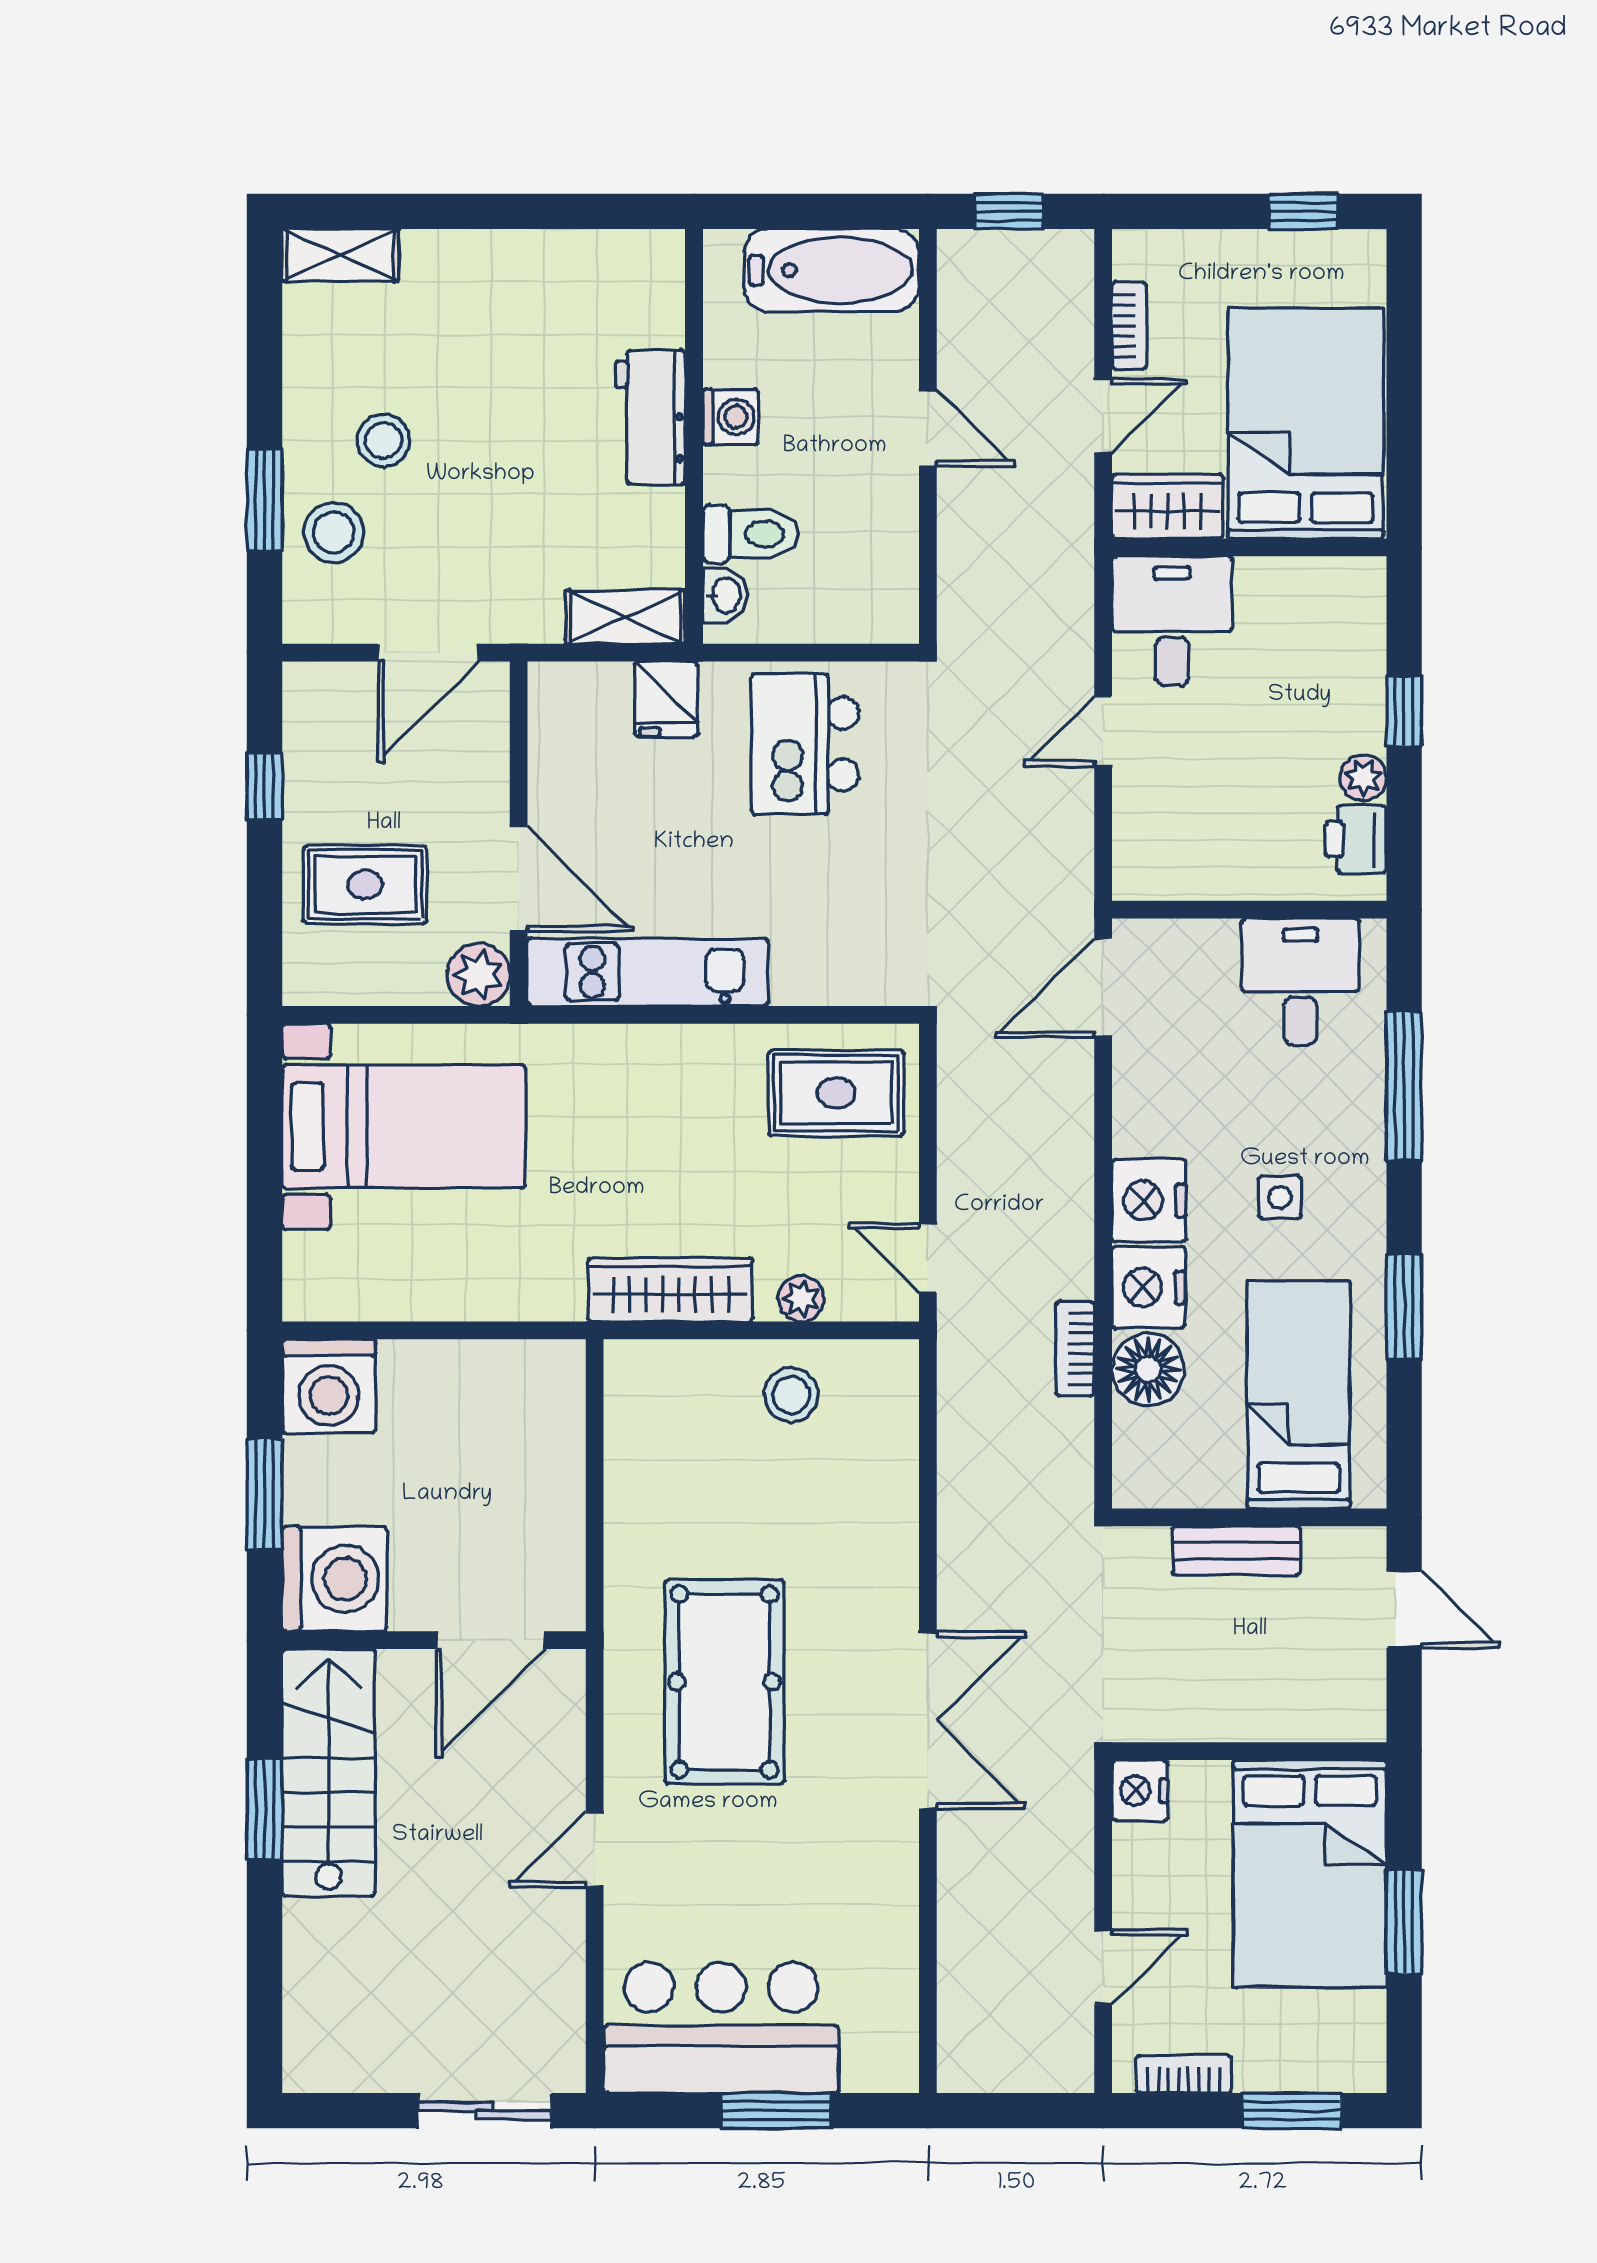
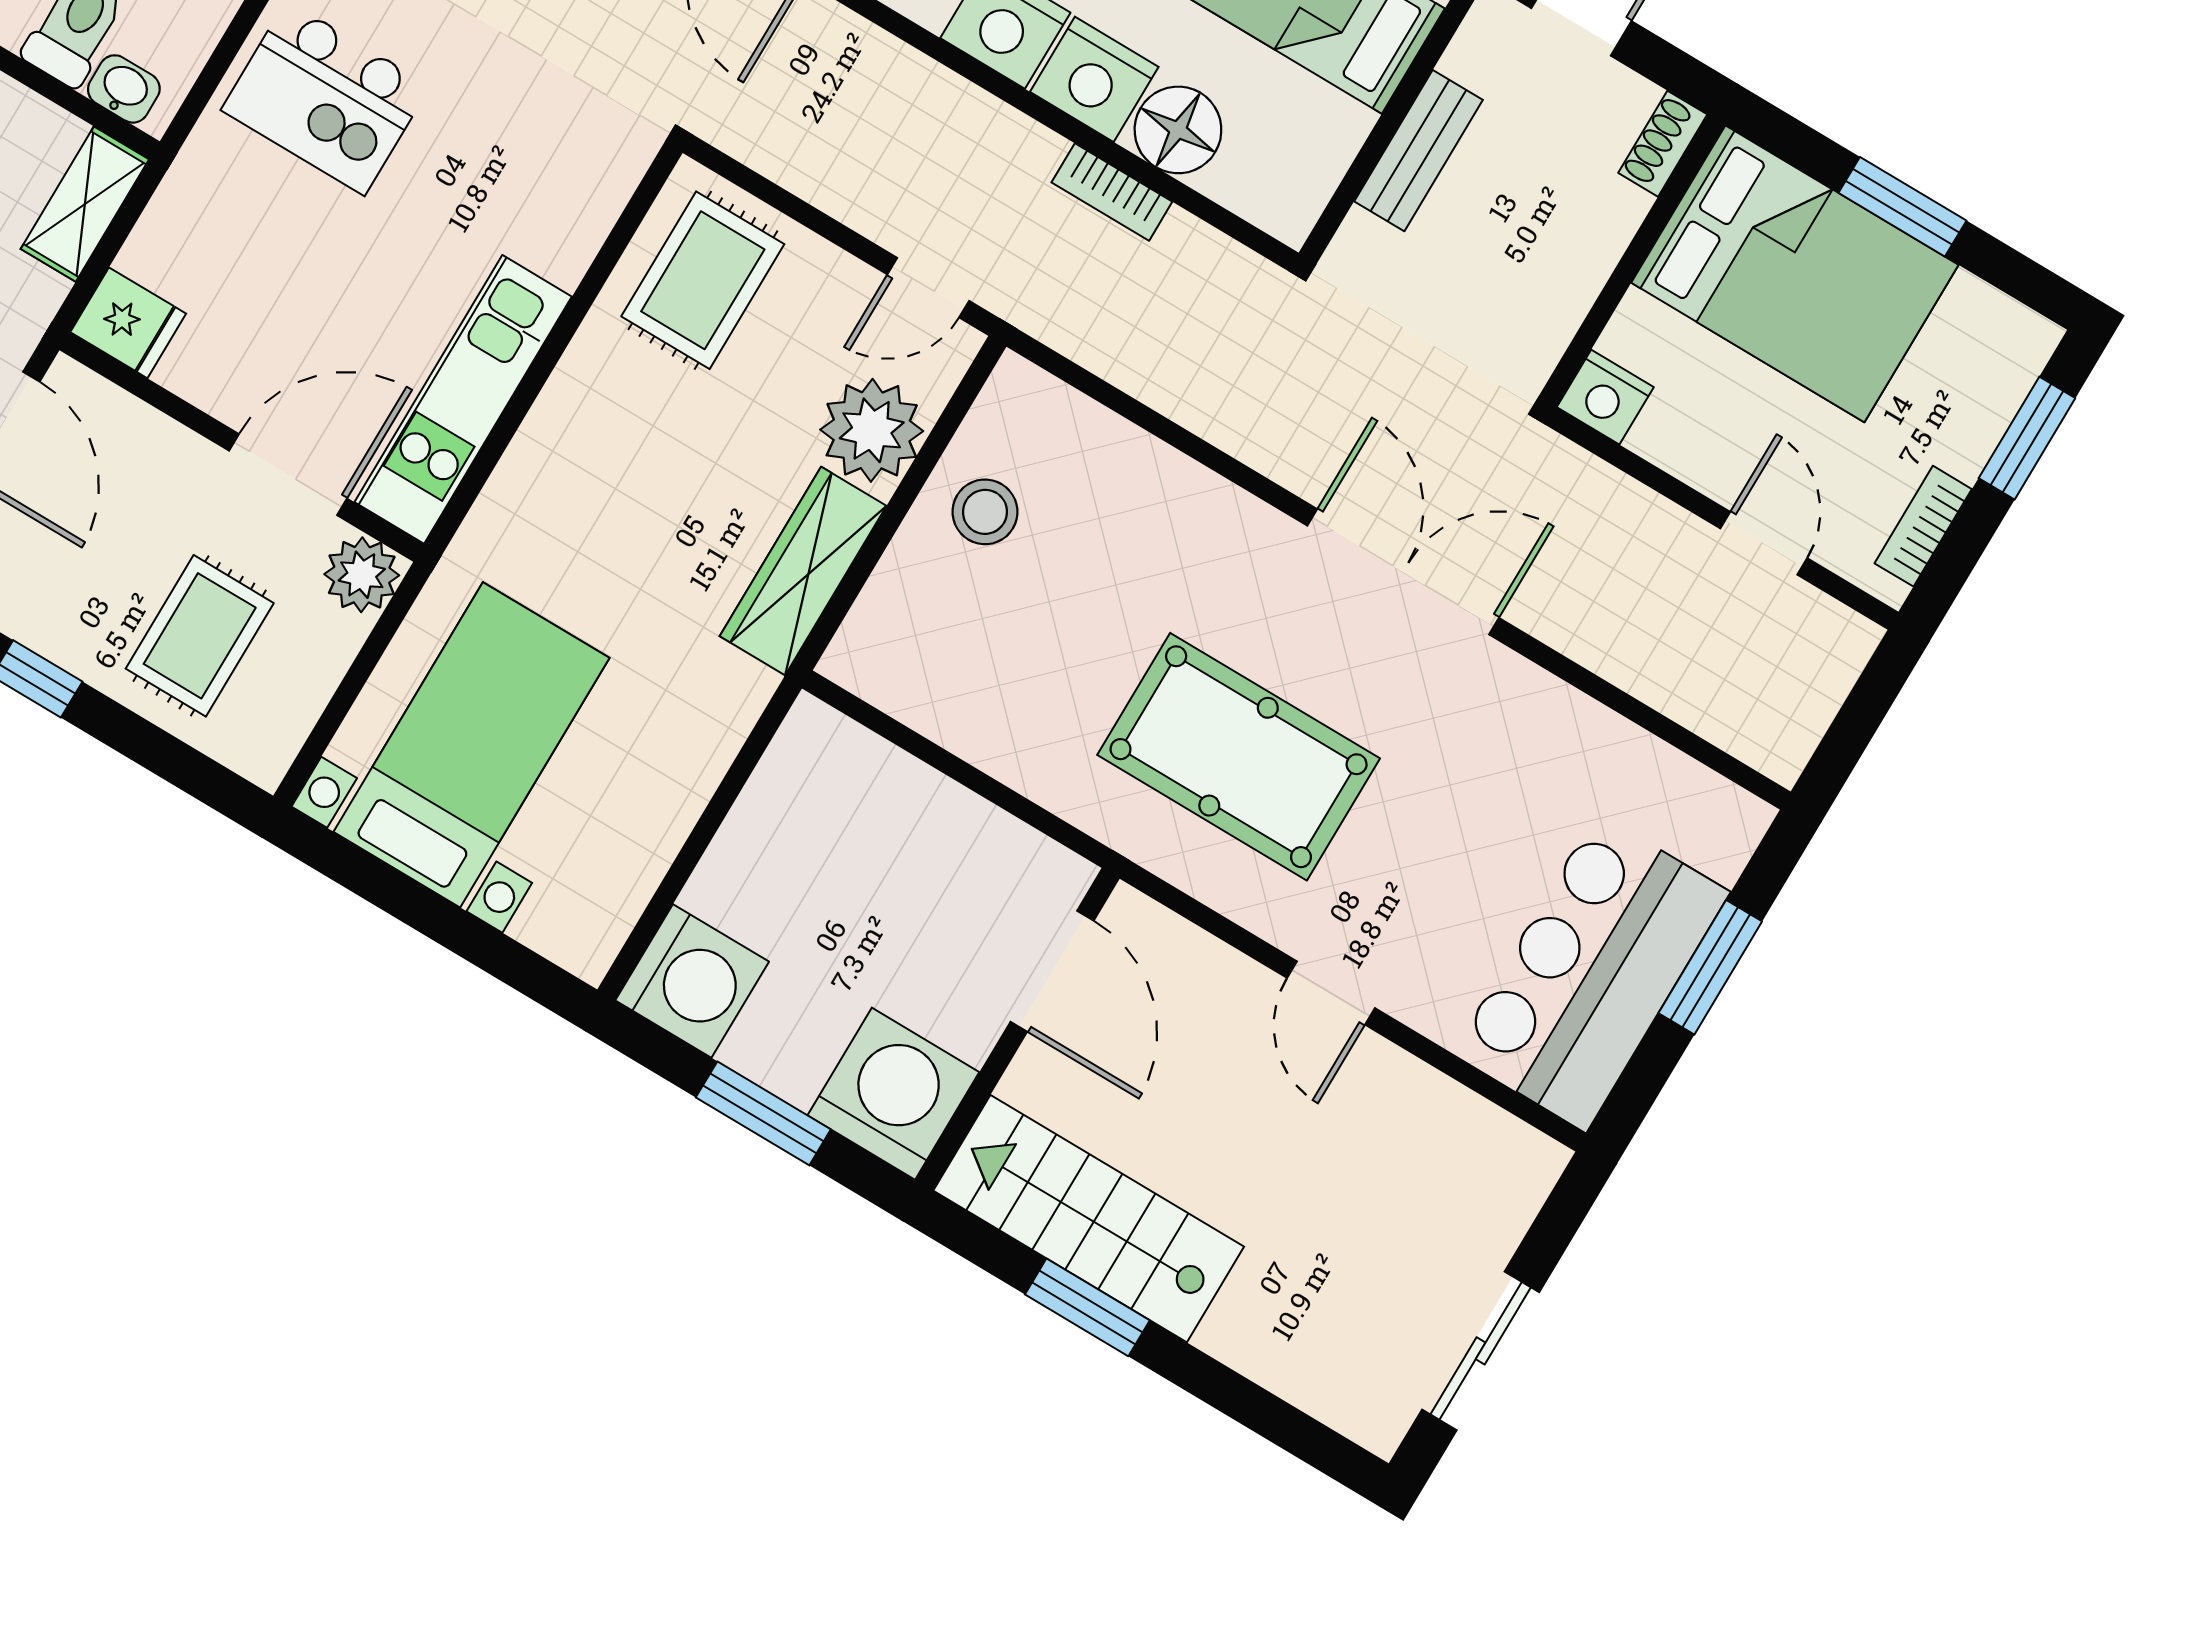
fridge: (666, 699) -> (128, 323), moved
plant: (801, 1299) -> (872, 430), width x1.87, depth x1.87
shoe rack: (1346, 1723) -> (1663, 144), added
sliding door: (484, 2111) -> (1481, 1351), moved

